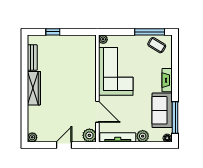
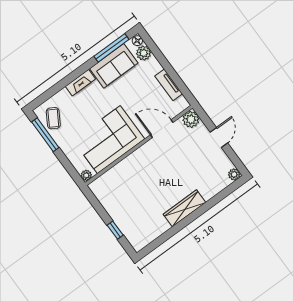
bench: (32, 57) -> (155, 232), removed
door: (97, 112) -> (162, 129), hinge flipped
plant: (143, 136) -> (144, 53), moved
tv unit: (118, 137) -> (169, 85), width x0.71
door: (64, 145) -> (219, 137), swing flipped

